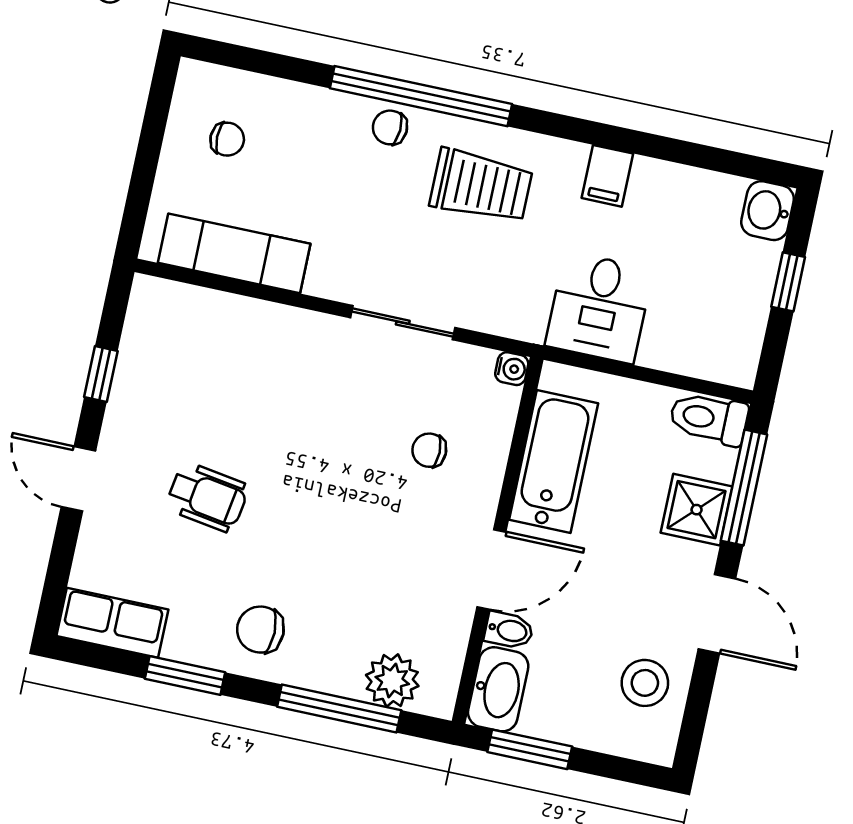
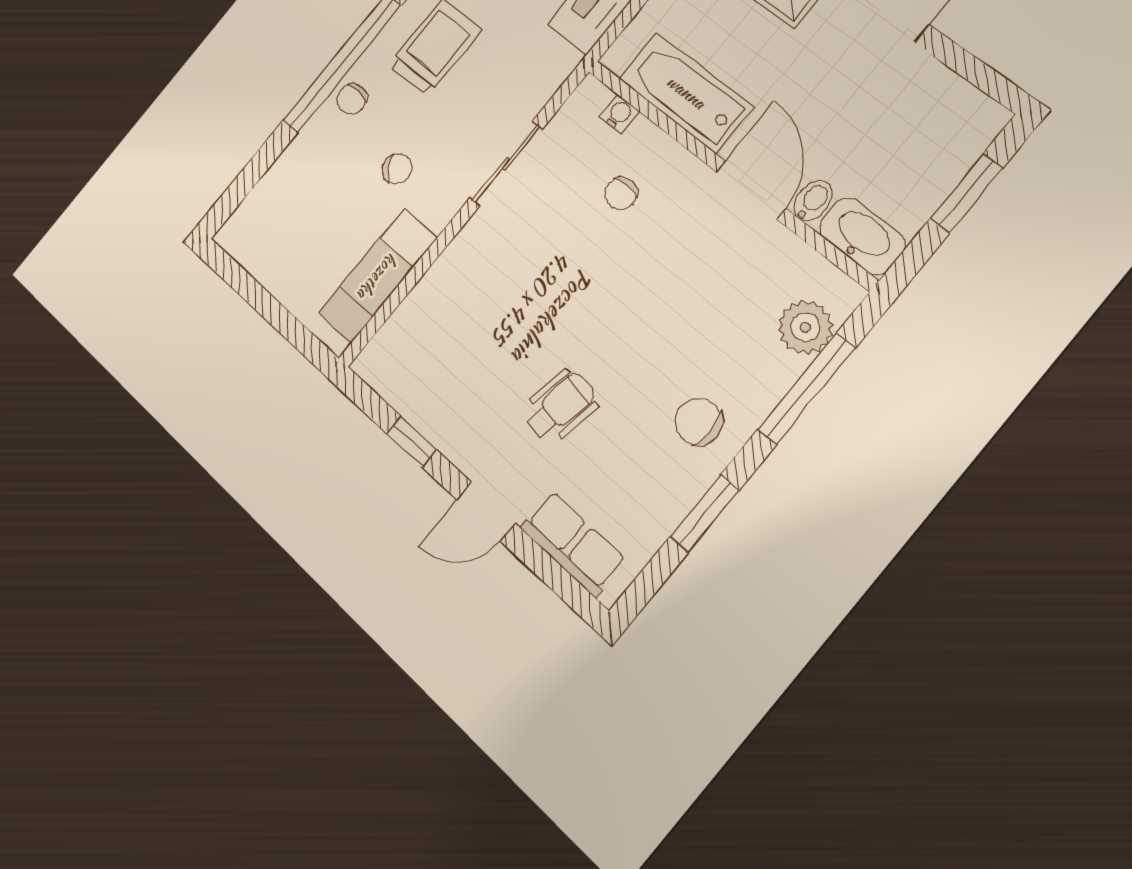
chair: (227, 139) -> (397, 169), moved, turned 56
water cooler: (512, 369) -> (619, 114), moved
row of seats: (112, 623) -> (573, 543), moved, turned 90
chair: (260, 630) -> (699, 422), turned 90
stool: (645, 683) -> (923, 103), removed
window: (530, 749) -> (966, 193), moved

